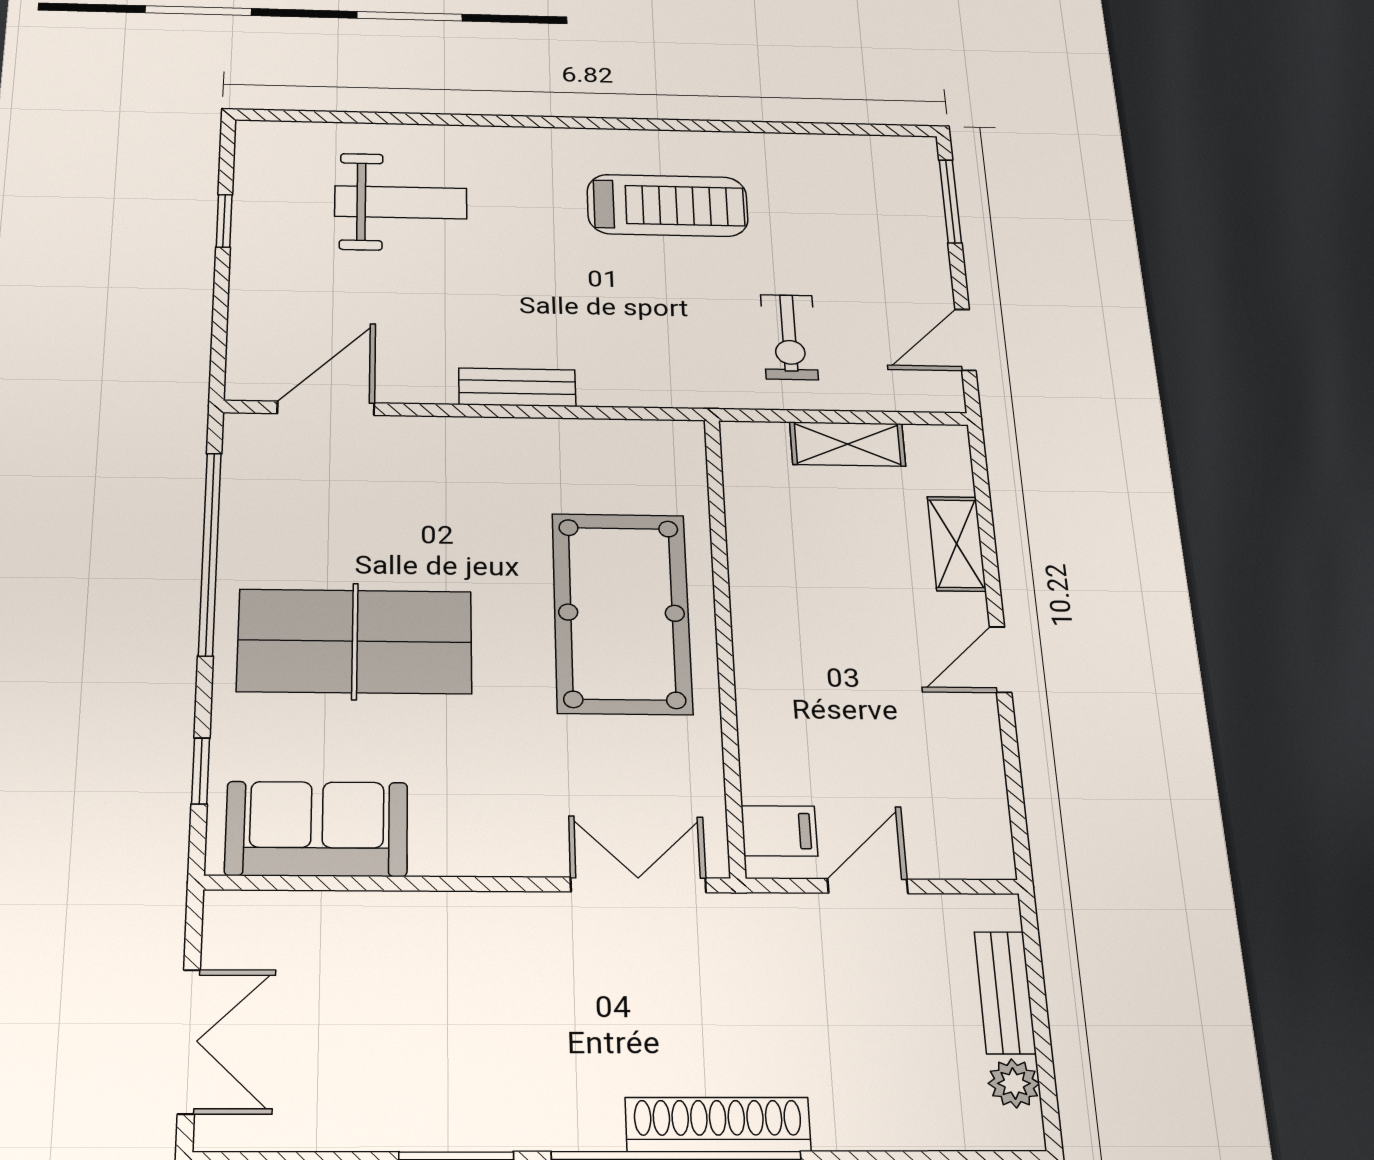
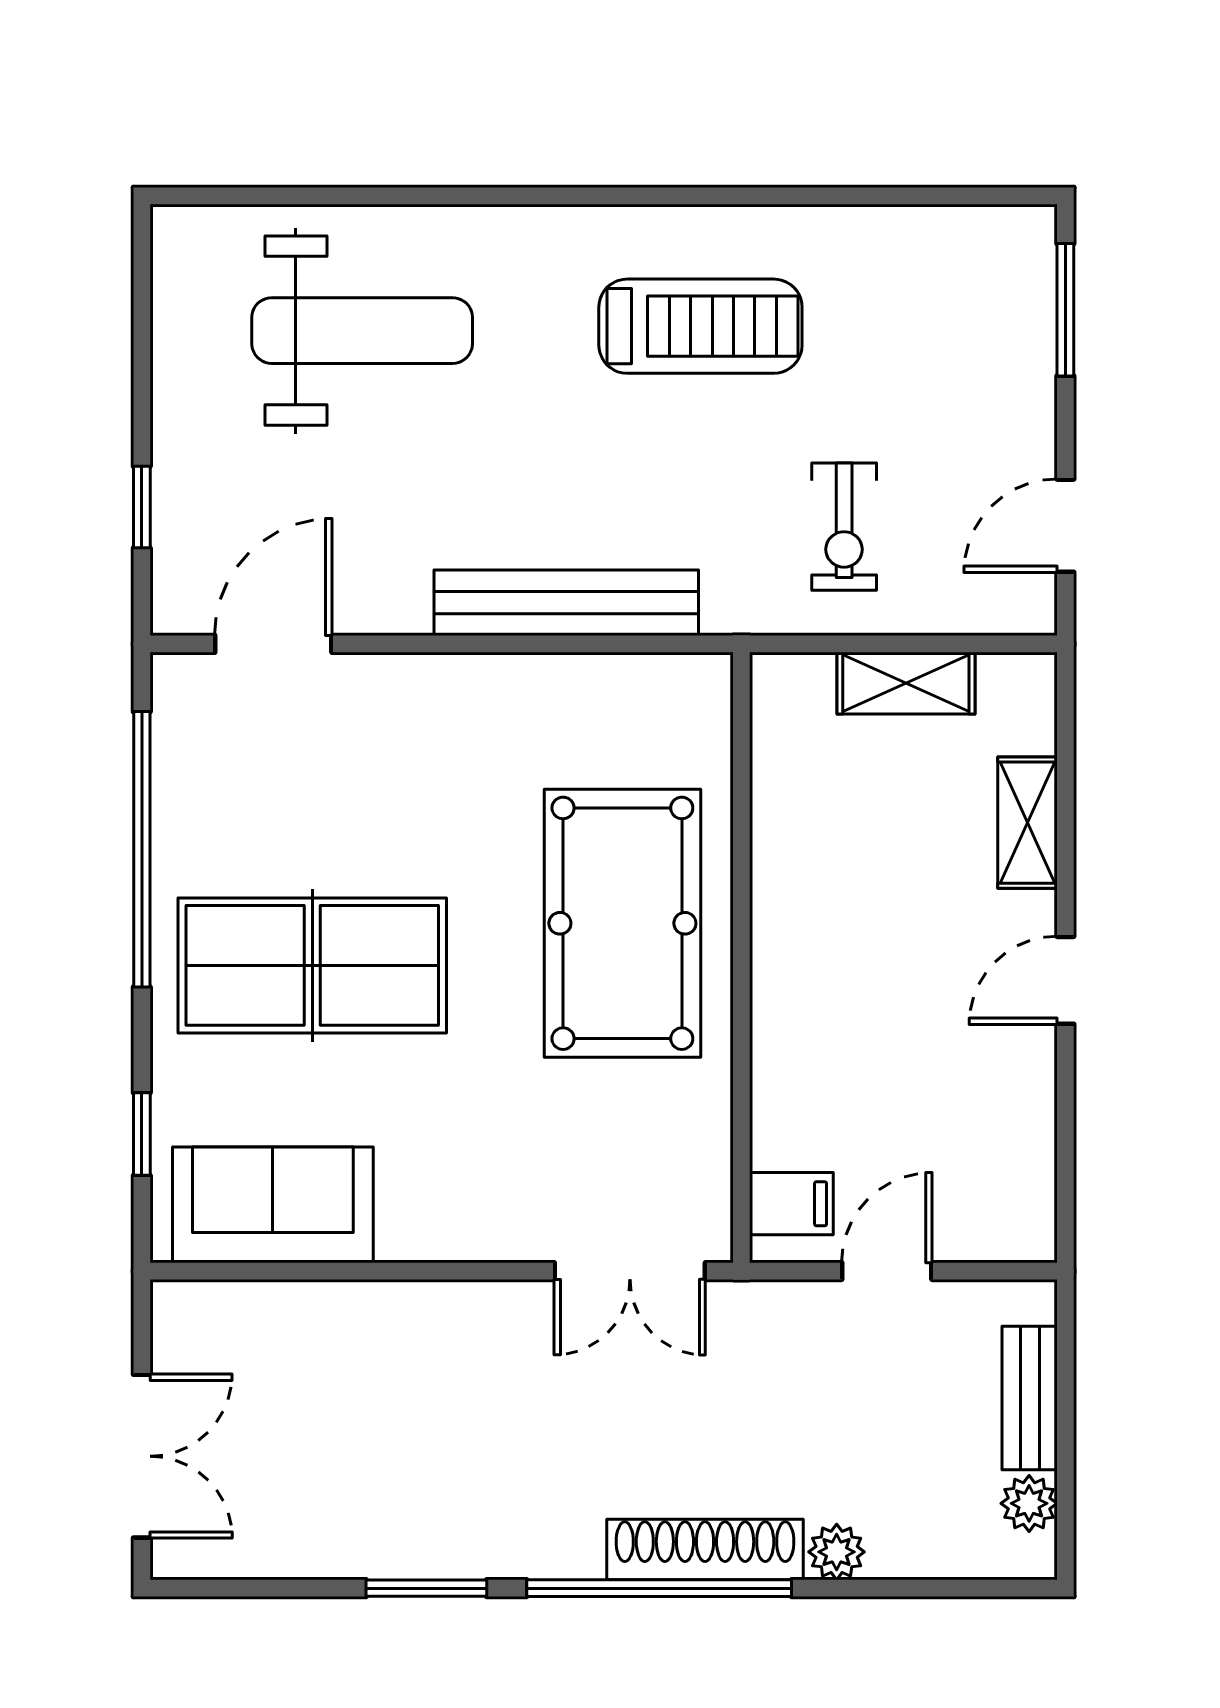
weight bench: (401, 202) -> (362, 331), width x1.36, depth x1.33
window: (224, 221) -> (142, 507), moved
bench: (517, 387) -> (566, 603), width x1.86, depth x1.21
double door: (638, 885) -> (630, 1271), swing flipped
plant: (841, 1126) -> (837, 1552), added

